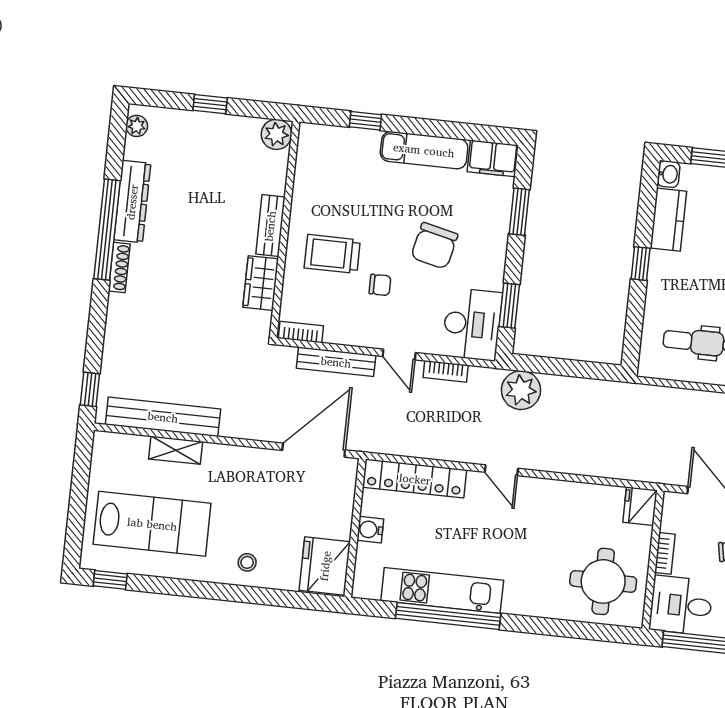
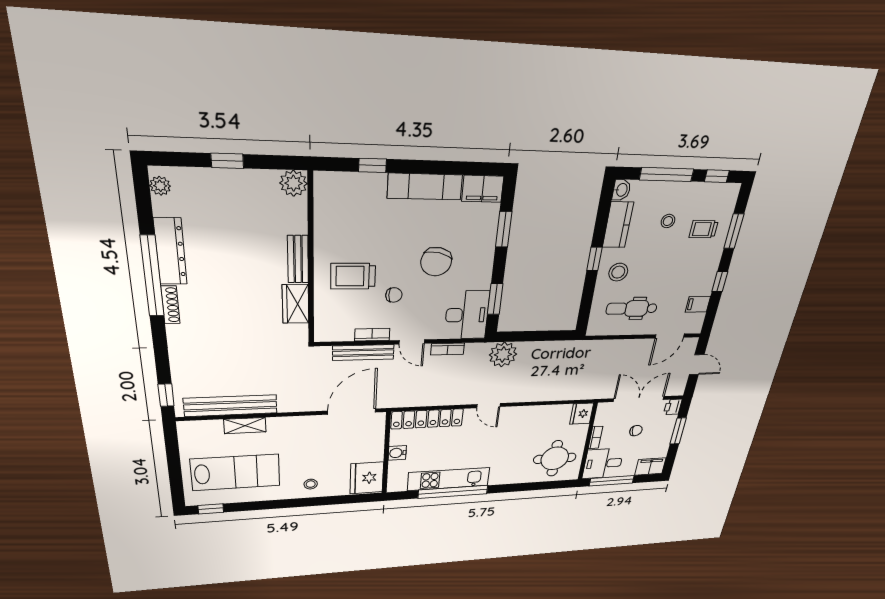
stool: (675, 286) -> (618, 272), added
bookcase: (301, 332) -> (372, 335), moved

